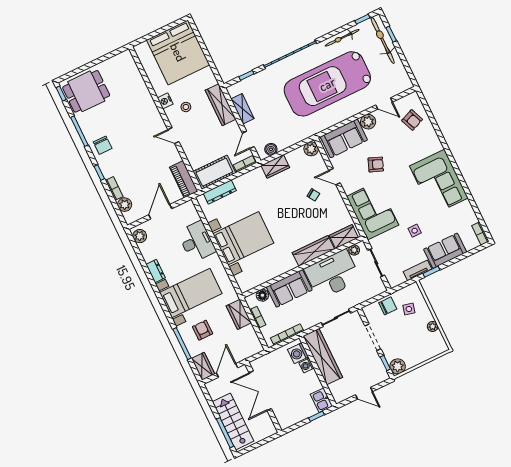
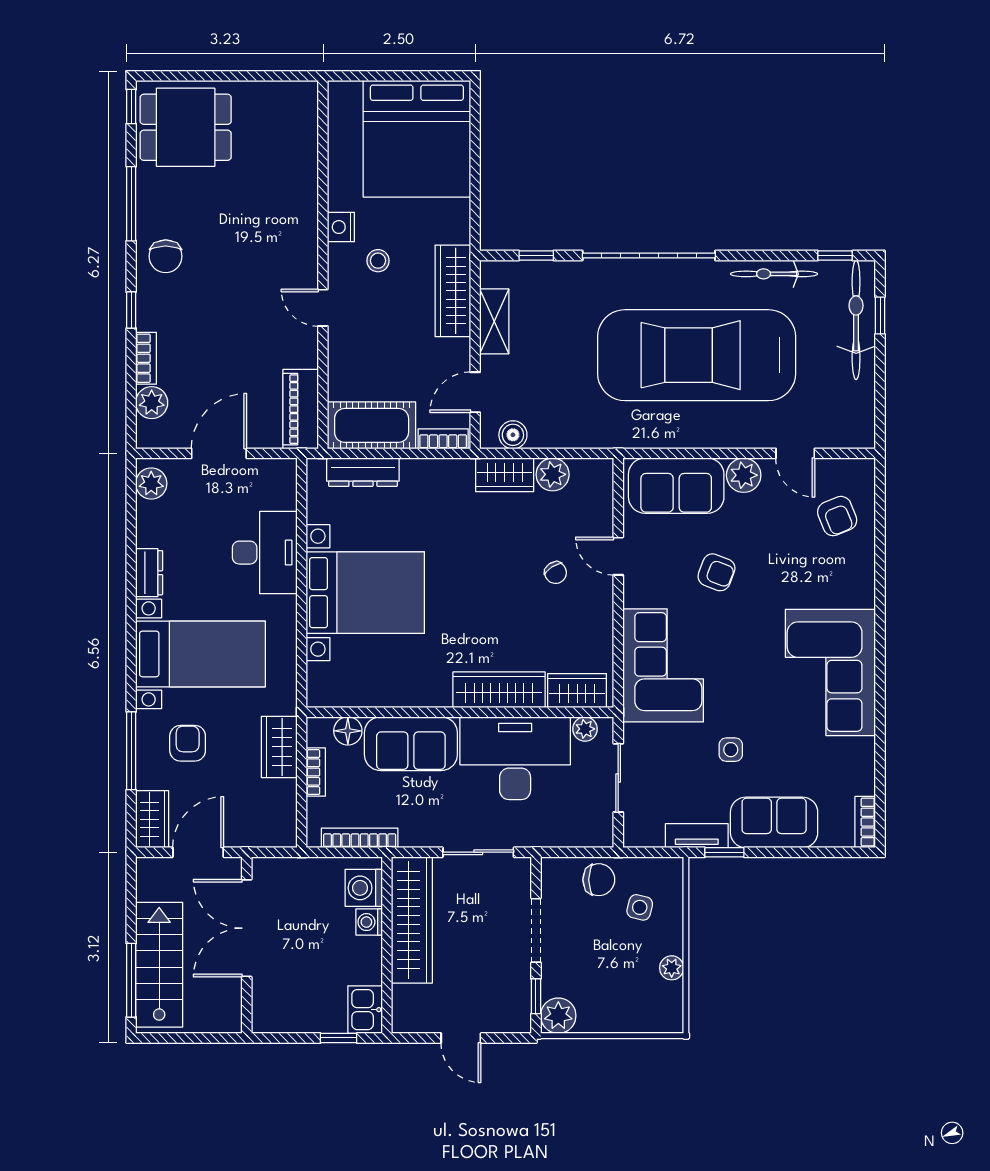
plant: (311, 149) -> (553, 474), moved

